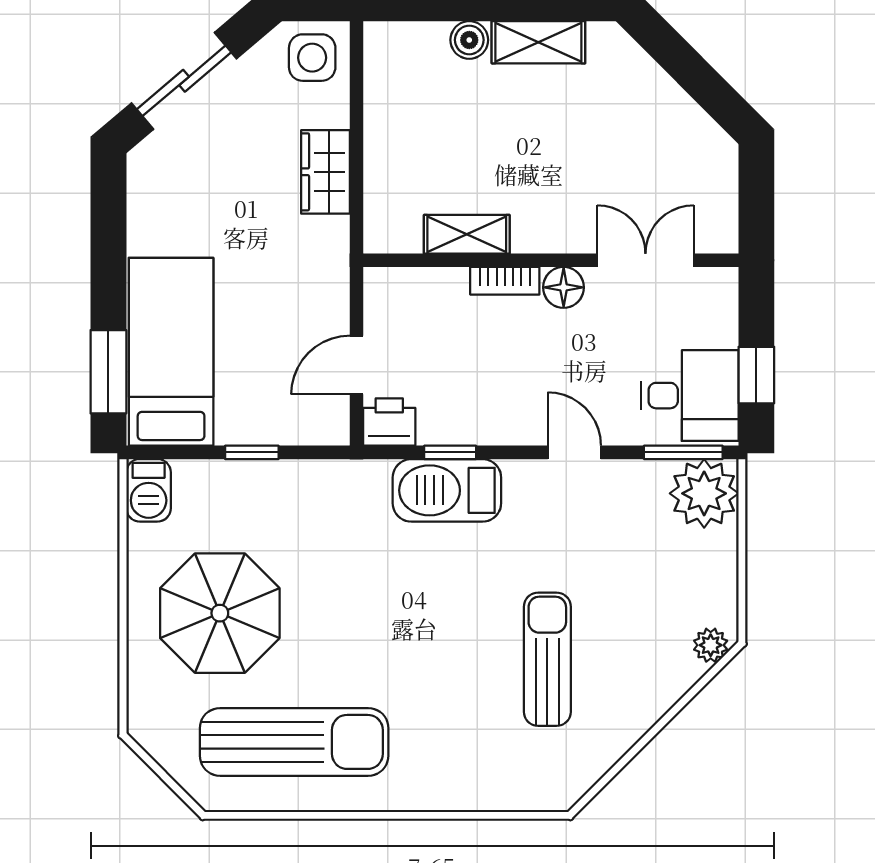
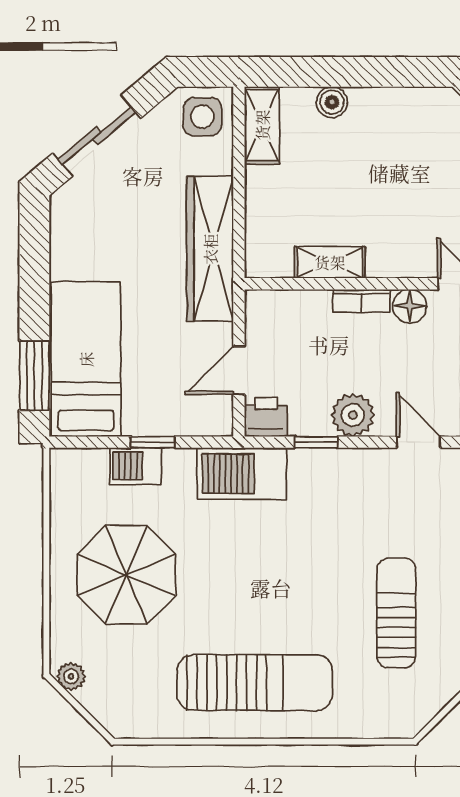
shelving: (538, 42) -> (262, 125), moved, turned 90
wardrobe: (326, 172) -> (210, 249), width x2.10, depth x1.17
plant: (495, 419) -> (353, 415), added
barbecue: (149, 490) -> (136, 466), moved, turned 90
barbecue: (447, 490) -> (242, 474), moved
plant: (153, 736) -> (71, 676), added
sun lounger: (294, 742) -> (255, 683), moved

